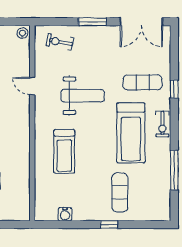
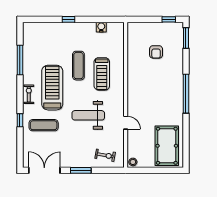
treadmill: (64, 151) -> (102, 74), turned 180
exercise mat: (120, 192) -> (78, 66), moved

